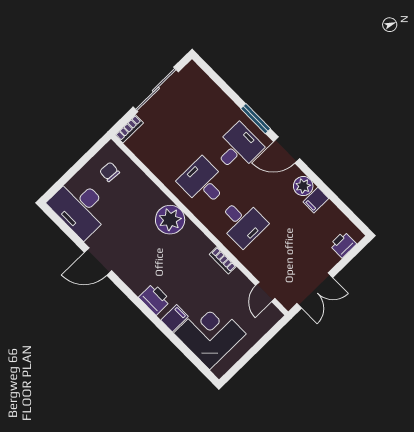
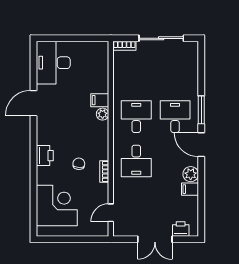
desk: (238, 148) -> (175, 117), turned -90
chair: (110, 172) -> (79, 164), moved
plant: (170, 220) -> (103, 114), width x0.53, depth x0.53
door: (98, 262) -> (33, 103), hinge flipped
double door: (315, 290) -> (155, 239), moved
filing cabinet: (174, 318) -> (100, 100), moved, turned 180

